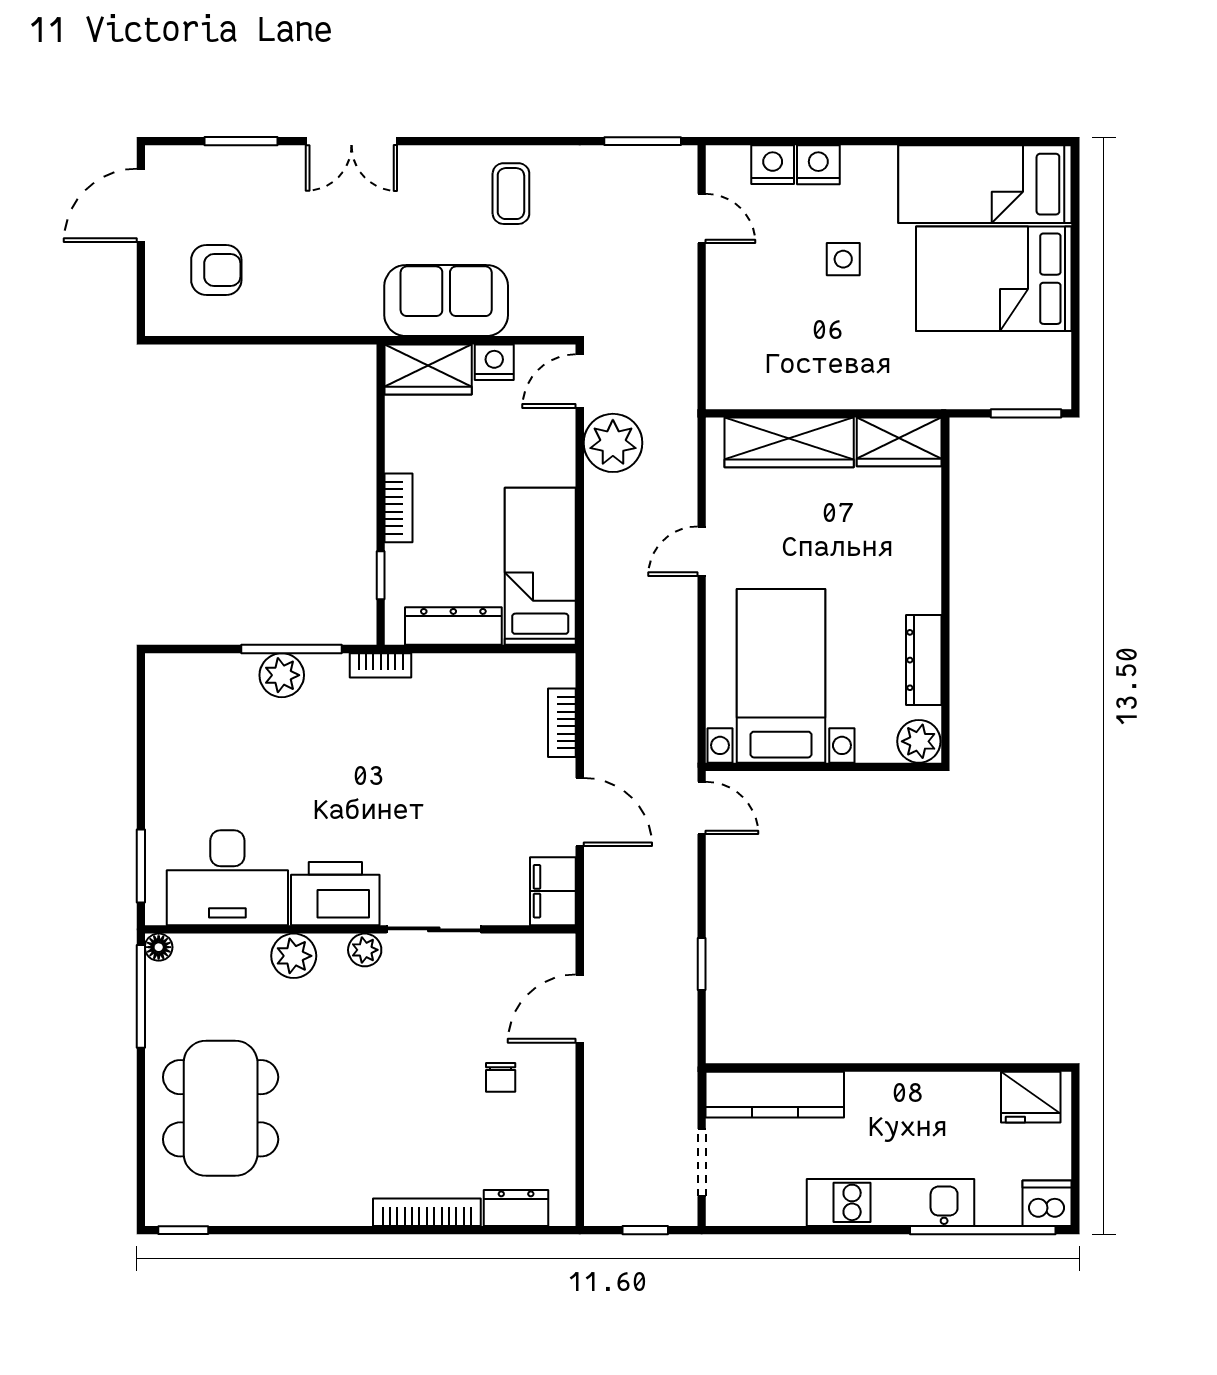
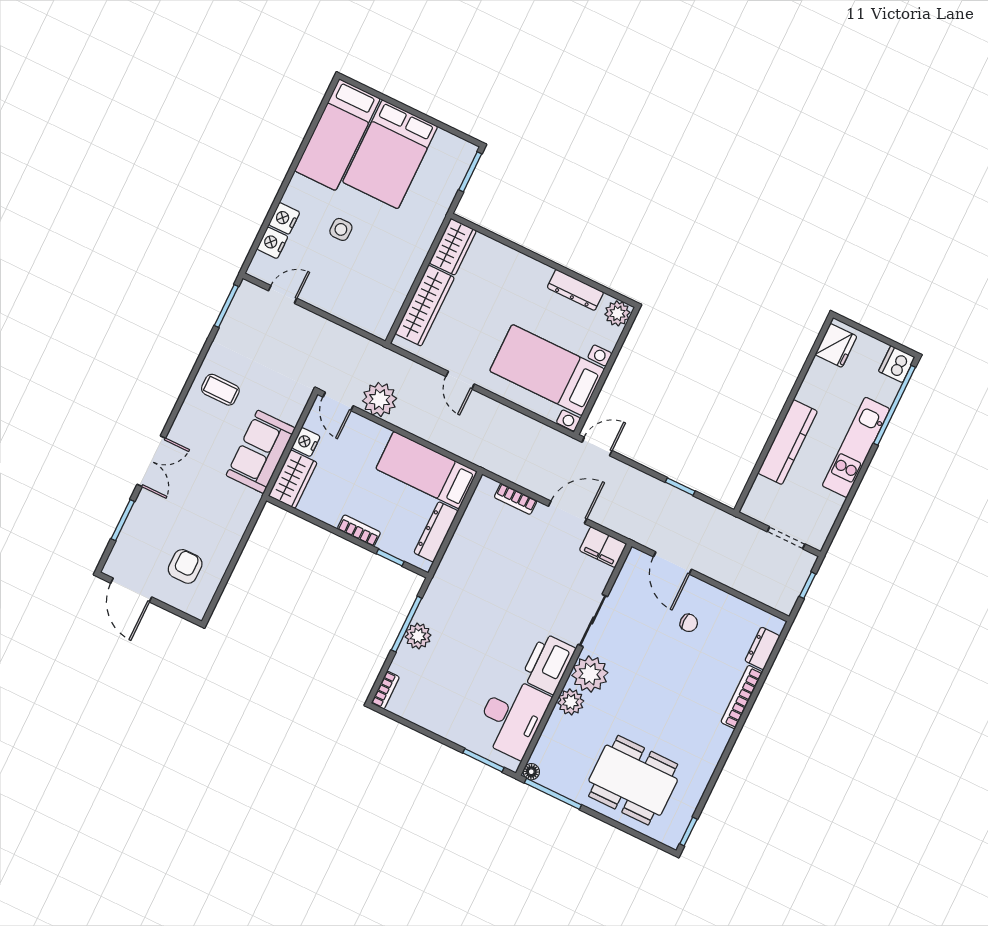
bookcase: (381, 665) -> (385, 690), moved
plant: (365, 950) -> (590, 674), width x1.87, depth x1.87
kitchen counter: (775, 1095) -> (788, 442), moved

